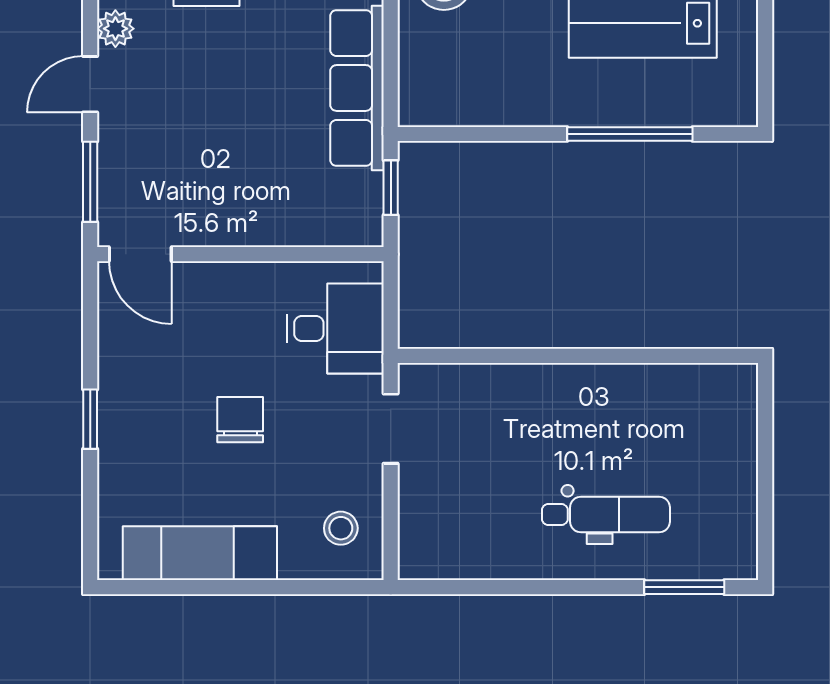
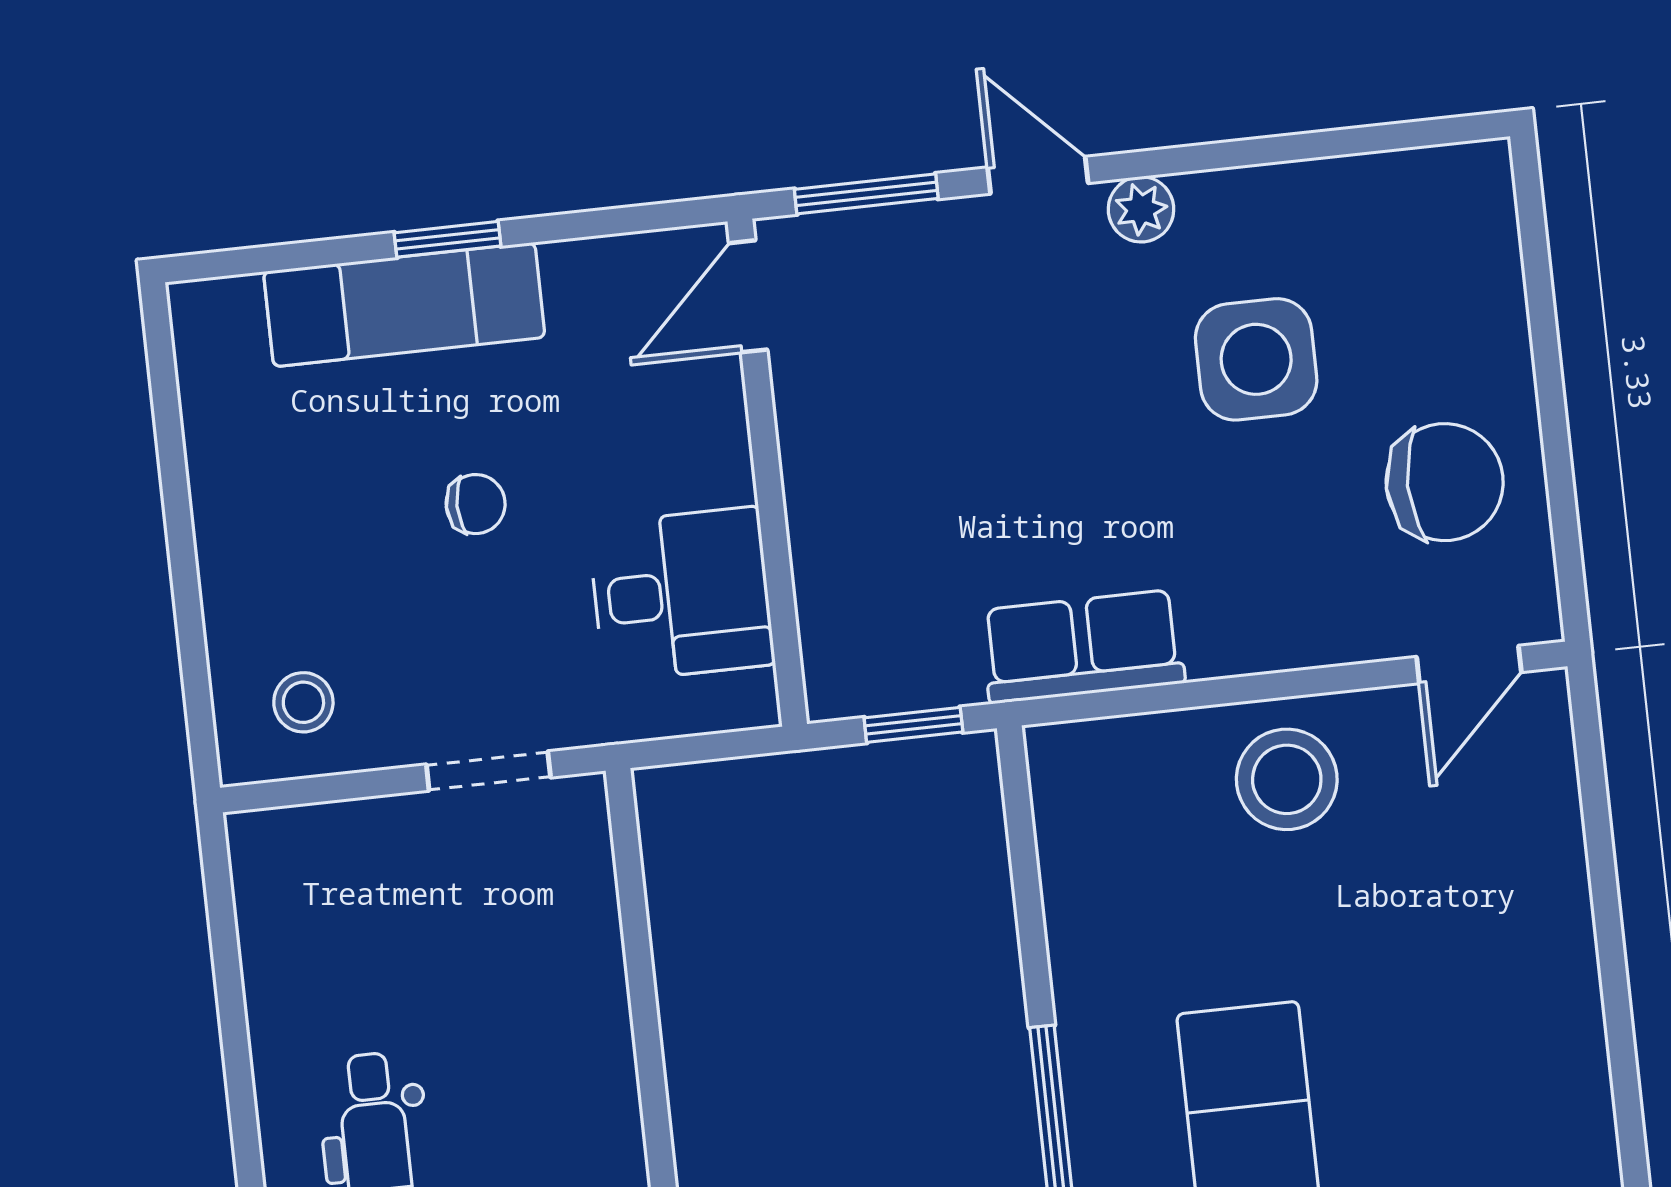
row of seats: (357, 88) -> (1083, 647), width x0.68
desk: (335, 328) -> (681, 594), moved, turned -90
chair: (240, 420) -> (476, 504), width x0.73, depth x0.73
exam couch: (200, 553) -> (404, 305), moved, turned 90

